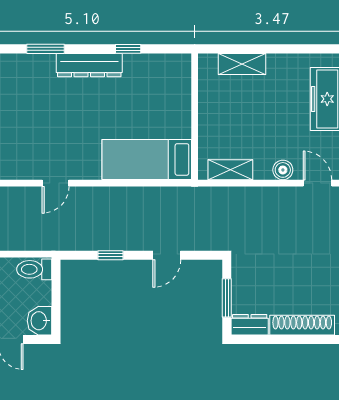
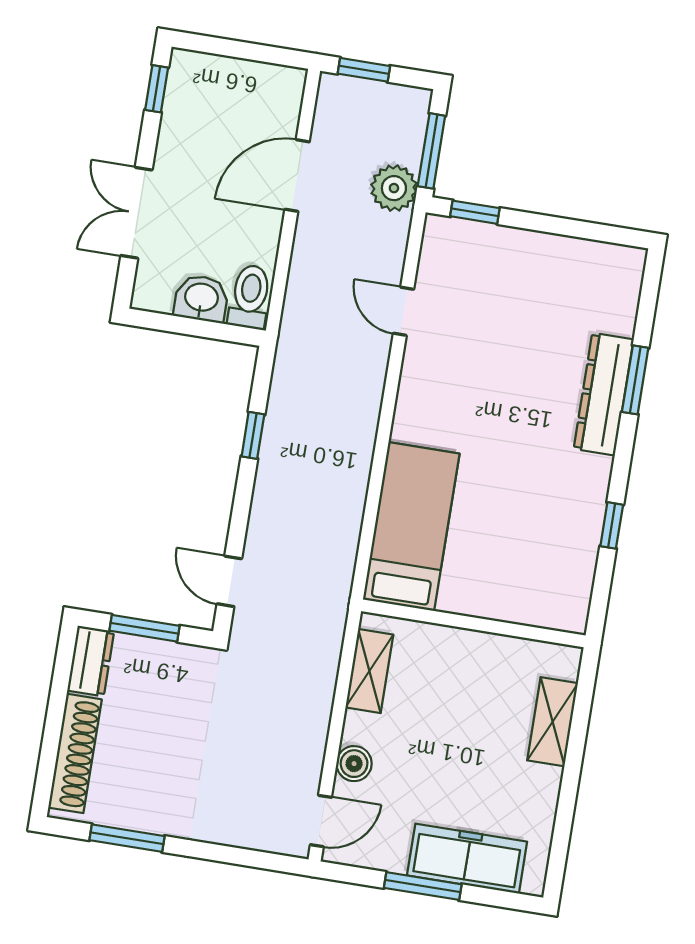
dresser: (89, 65) -> (604, 394), moved
door: (55, 183) -> (403, 311), moved
door: (167, 255) -> (229, 581), moved
washbasin: (39, 321) -> (201, 298), moved

